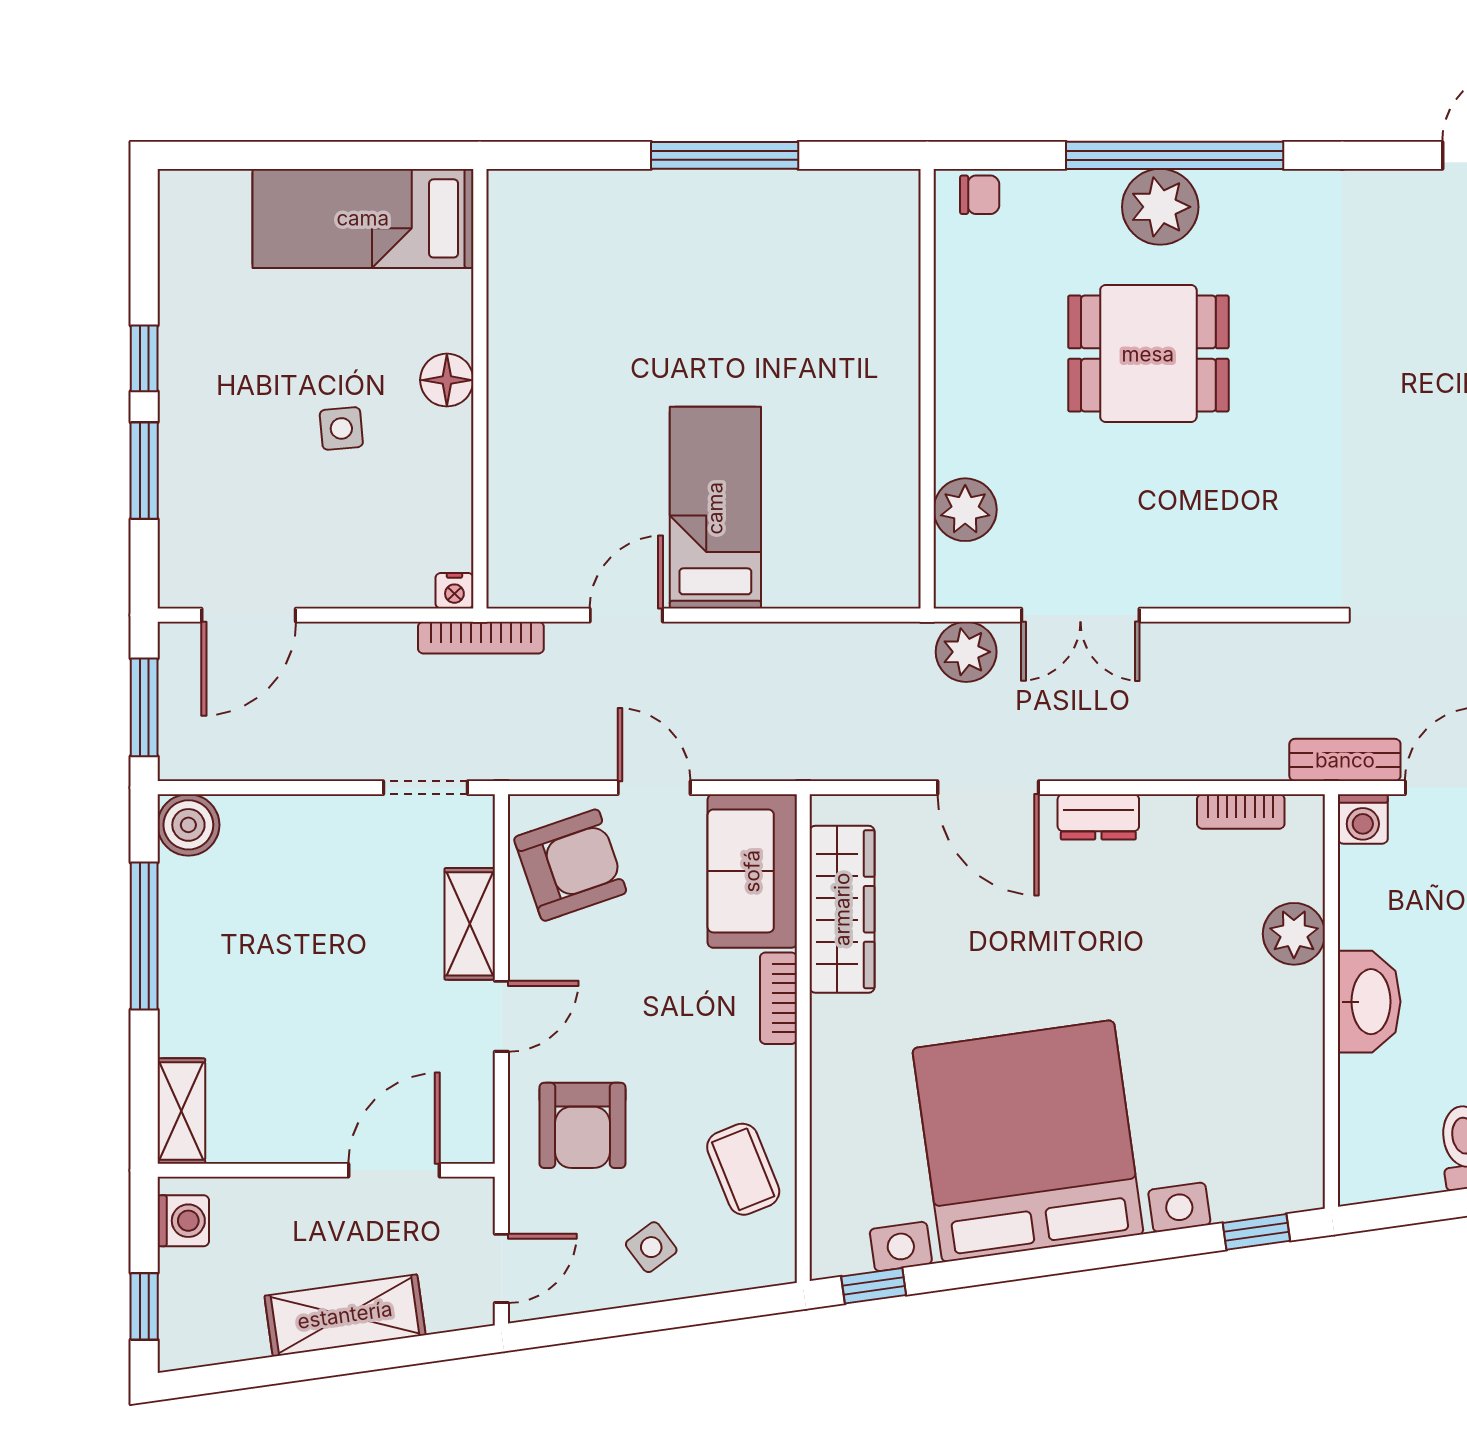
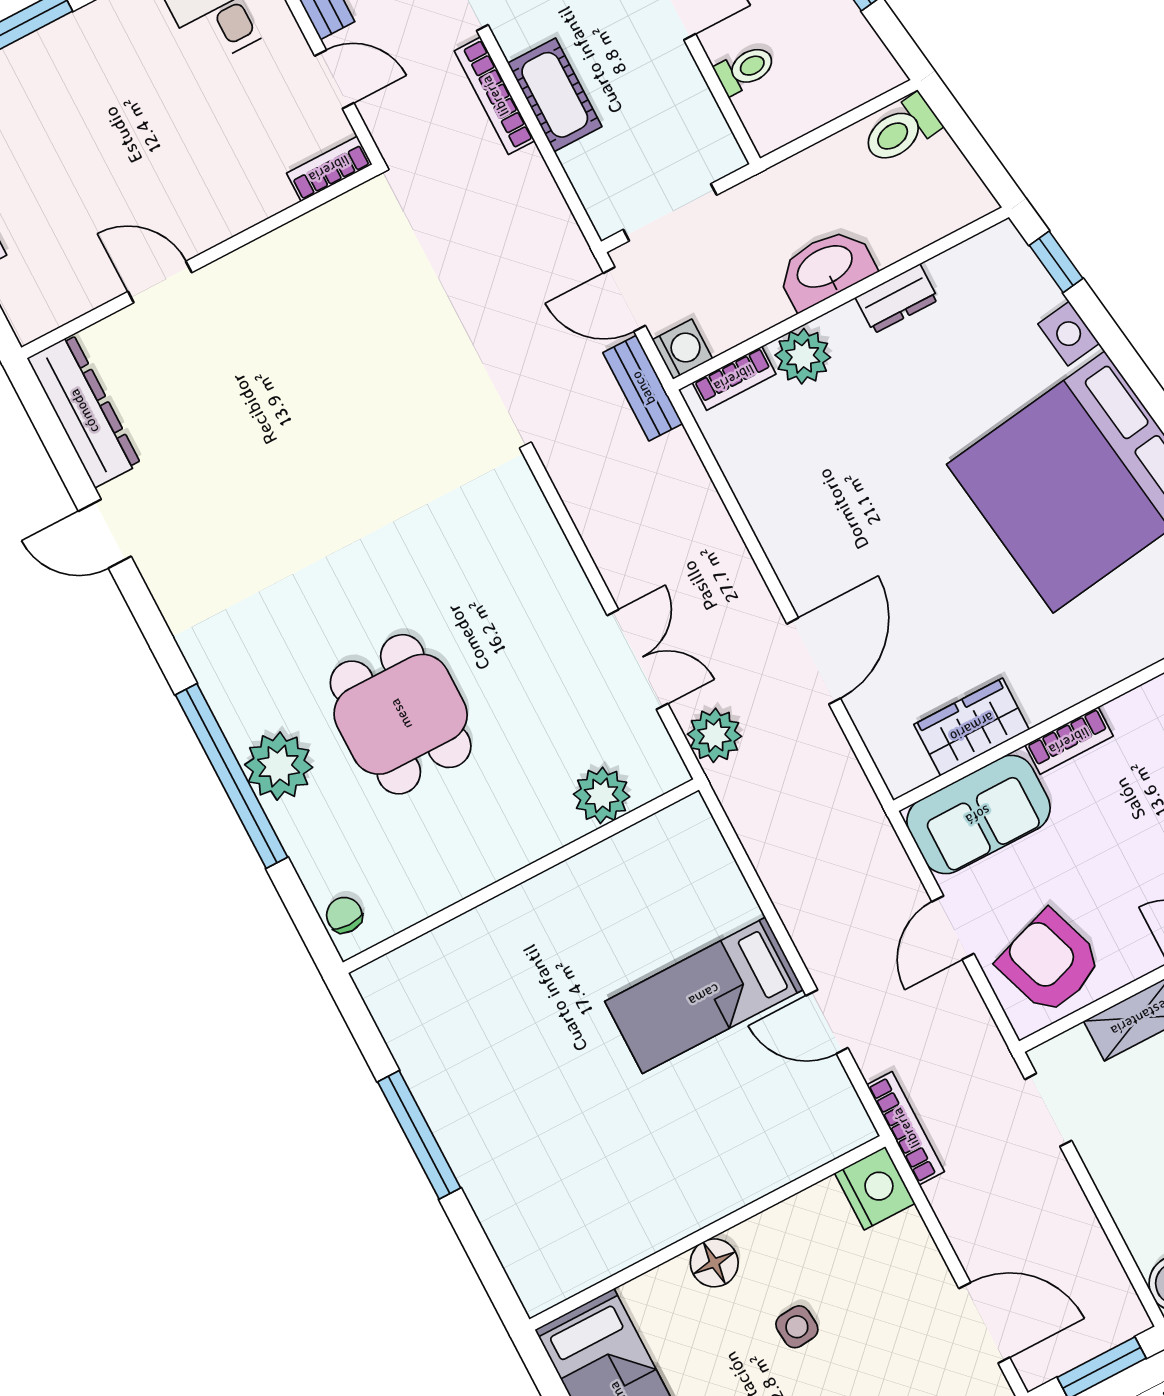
nightstand: (454, 591) -> (875, 1188), width x1.89, depth x1.79
bookcase: (1241, 811) -> (734, 378), moved, turned 90
dresser: (1098, 817) -> (897, 299), moved, turned 90
wardrobe: (842, 909) -> (972, 727), width x0.67

